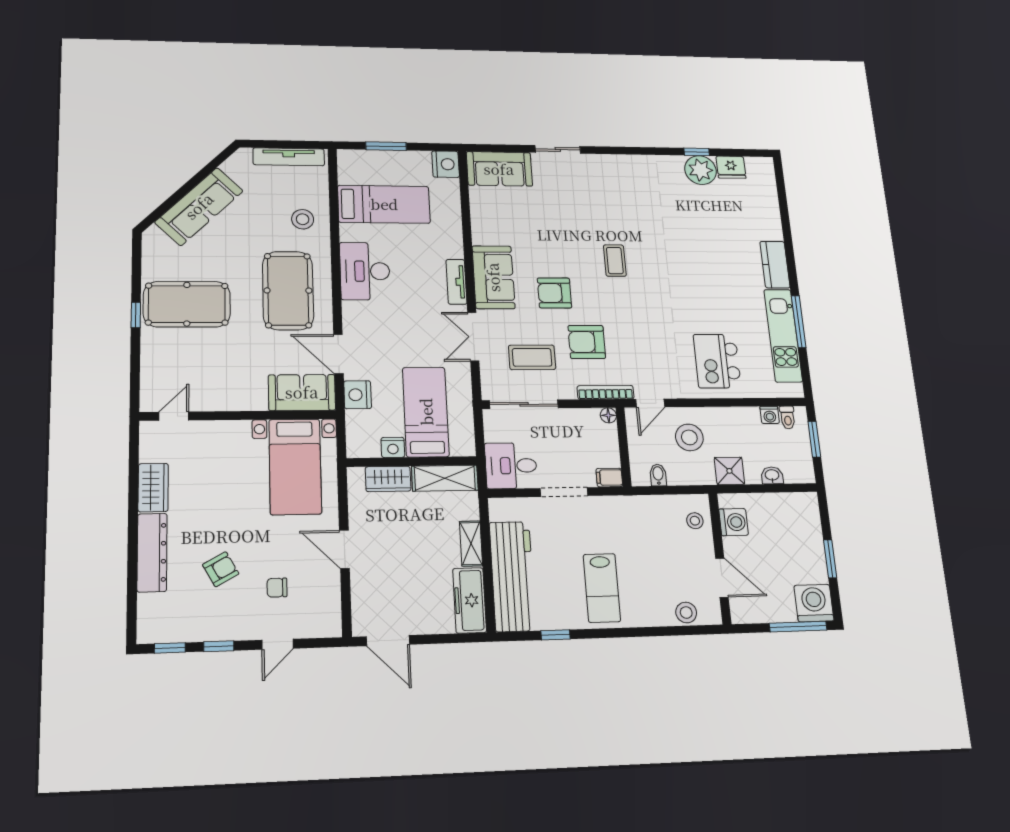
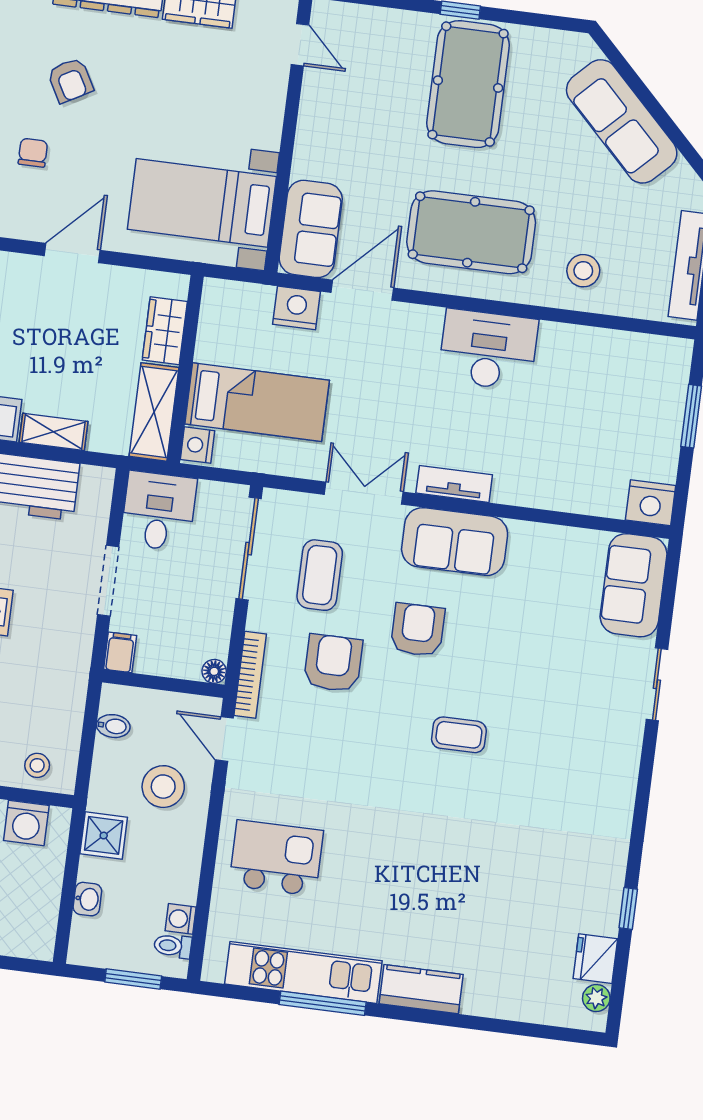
plant: (701, 170) -> (596, 998), moved, width x0.53, depth x0.53
bed: (384, 204) -> (594, 396), removed
nightstand: (393, 447) -> (198, 445), moved

